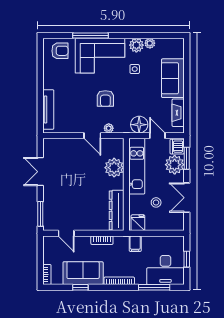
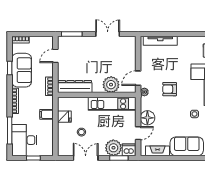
kitchen unit: (137, 166) -> (112, 104), moved
plant: (114, 168) -> (111, 85), moved
wall: (126, 184) -> (97, 95), moved
dresser: (117, 210) -> (75, 87), moved

